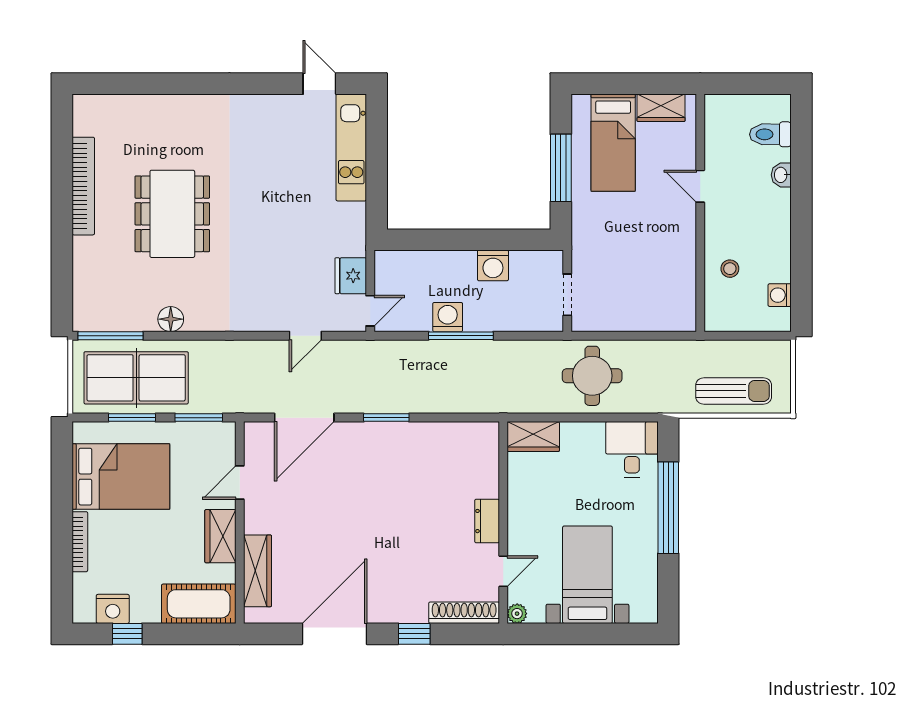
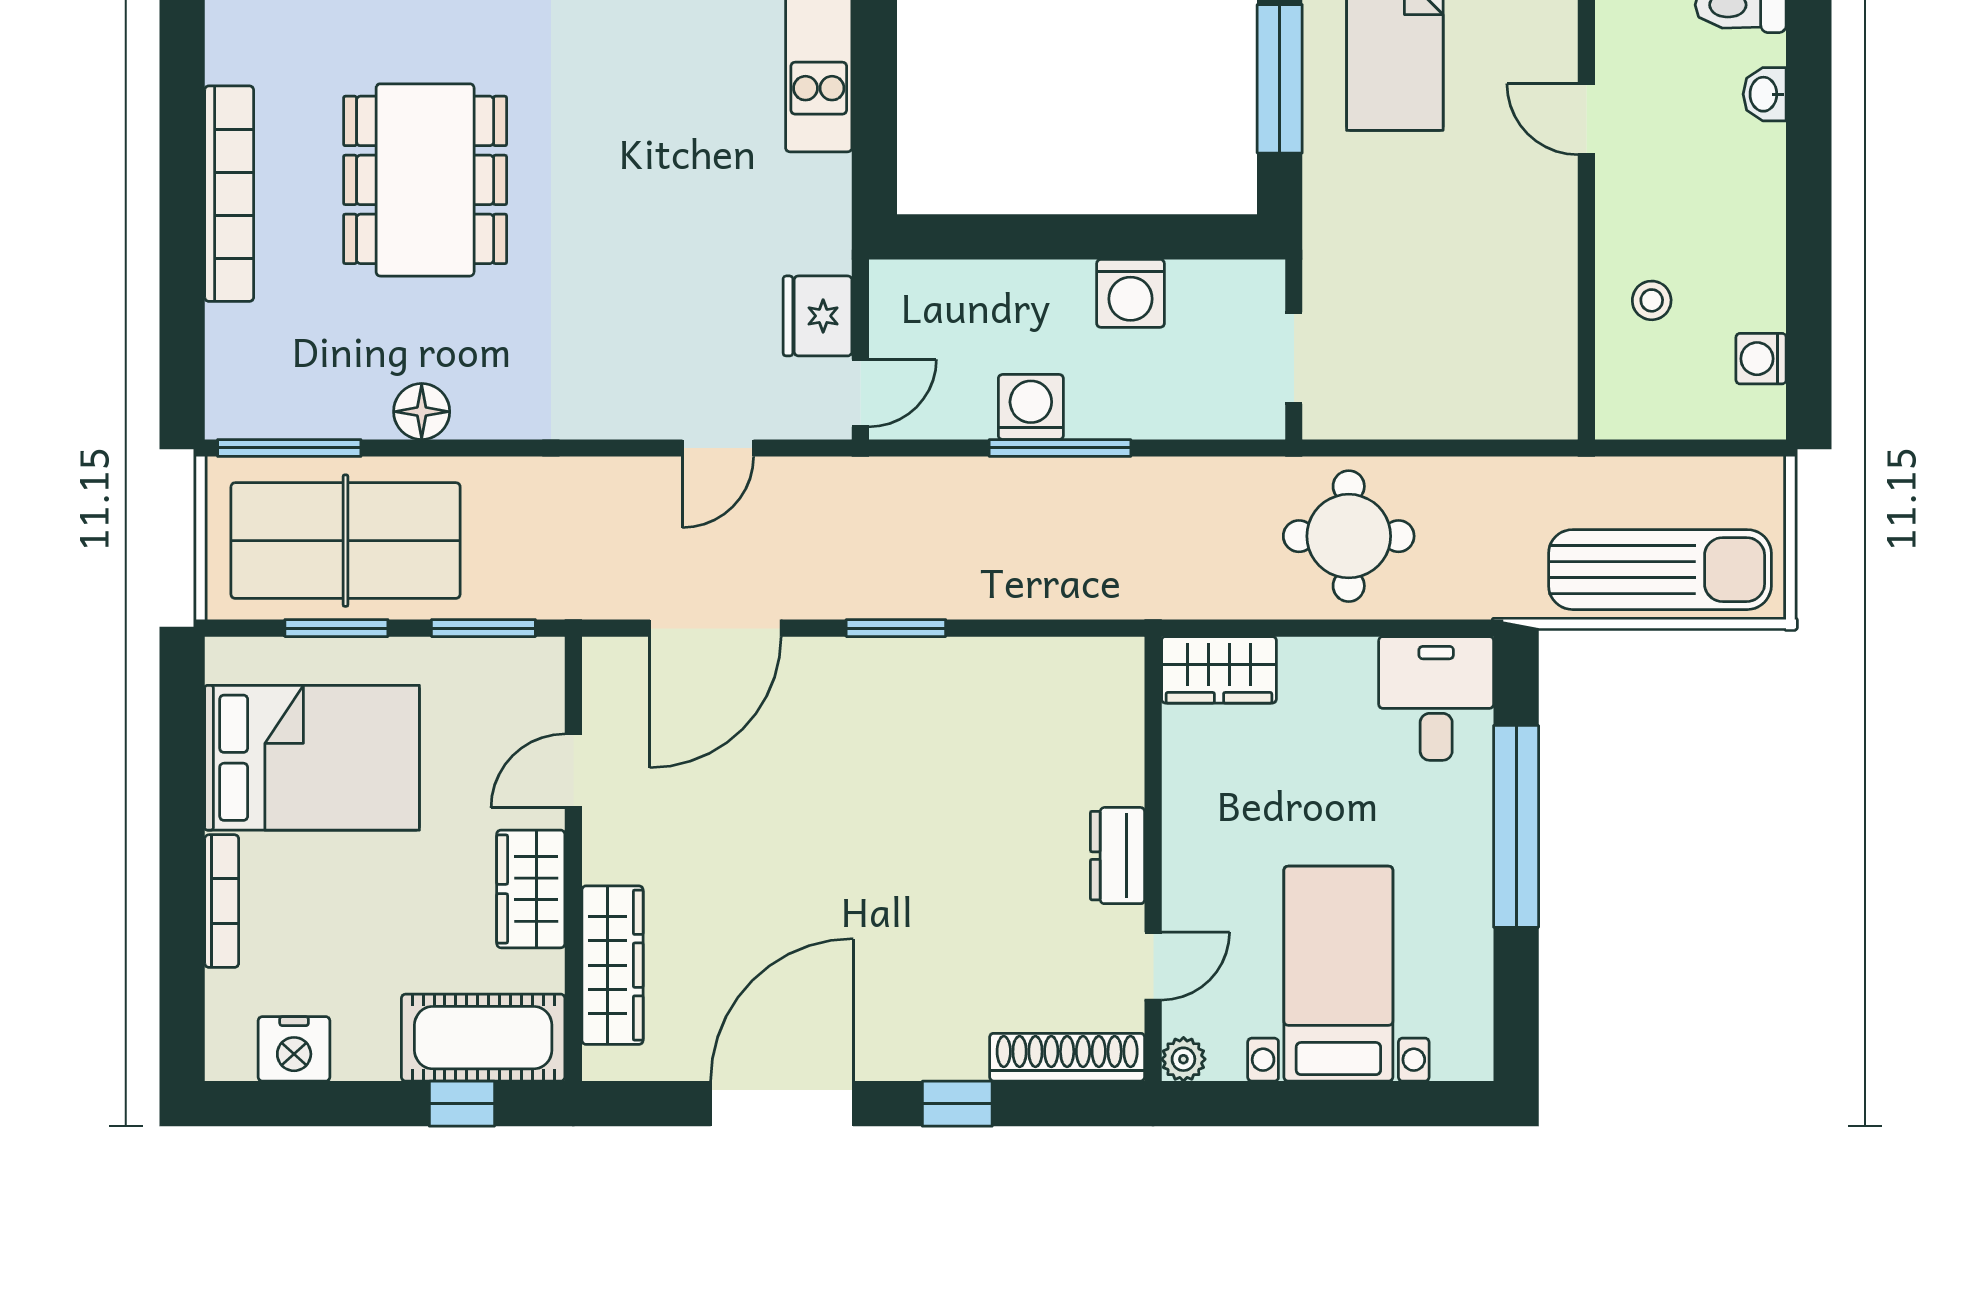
bookcase: (83, 186) -> (229, 194), moved
sun lounger: (734, 391) -> (1660, 570), width x1.36, depth x1.34
window: (127, 634) -> (462, 1104), moved

